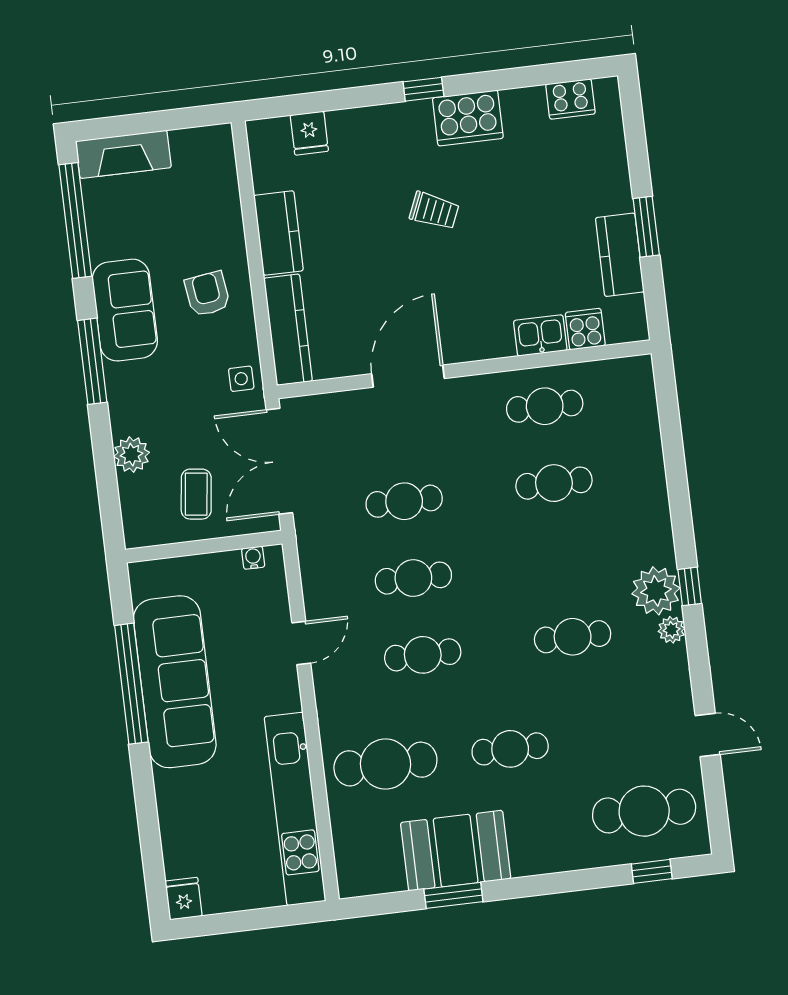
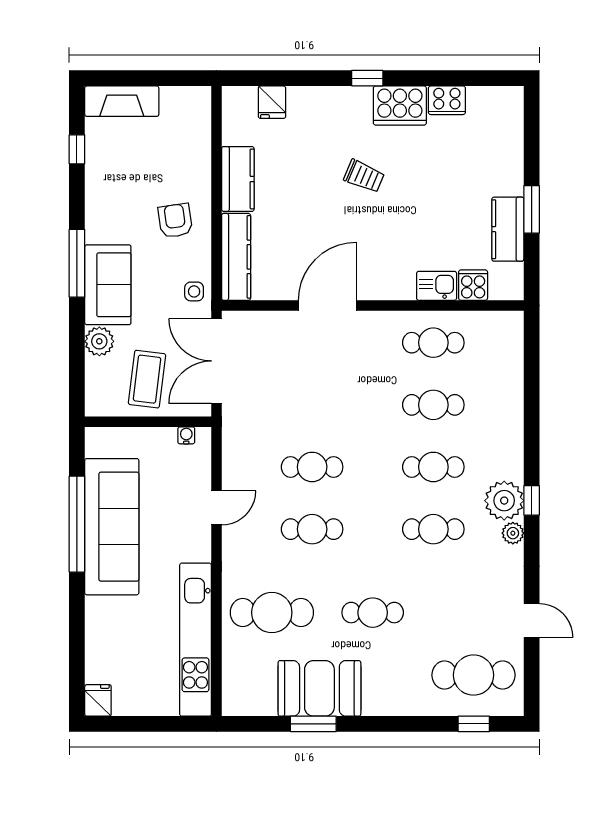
cooker: (570, 99) -> (447, 100), moved
window: (75, 220) -> (77, 149), width x0.32
sofa: (125, 310) -> (108, 285), moved
coffee table: (196, 494) -> (147, 379), width x1.36, depth x1.30
cafe table: (404, 501) -> (433, 467), moved

